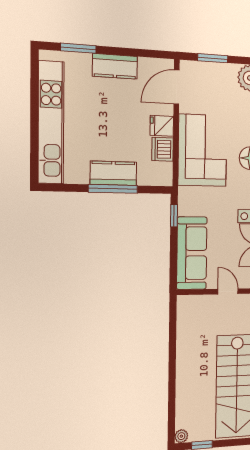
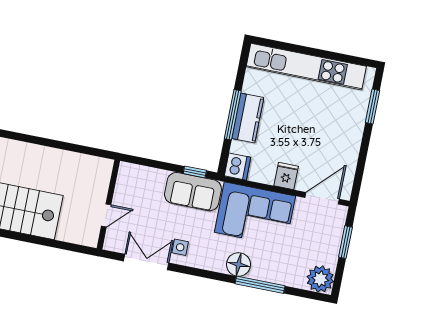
kitchen counter: (115, 66) -> (351, 139), removed
door: (176, 87) -> (322, 198), hinge flipped
dishwasher: (163, 149) -> (238, 167), moved, turned 90
sofa: (192, 253) -> (193, 192), moved, width x0.73

